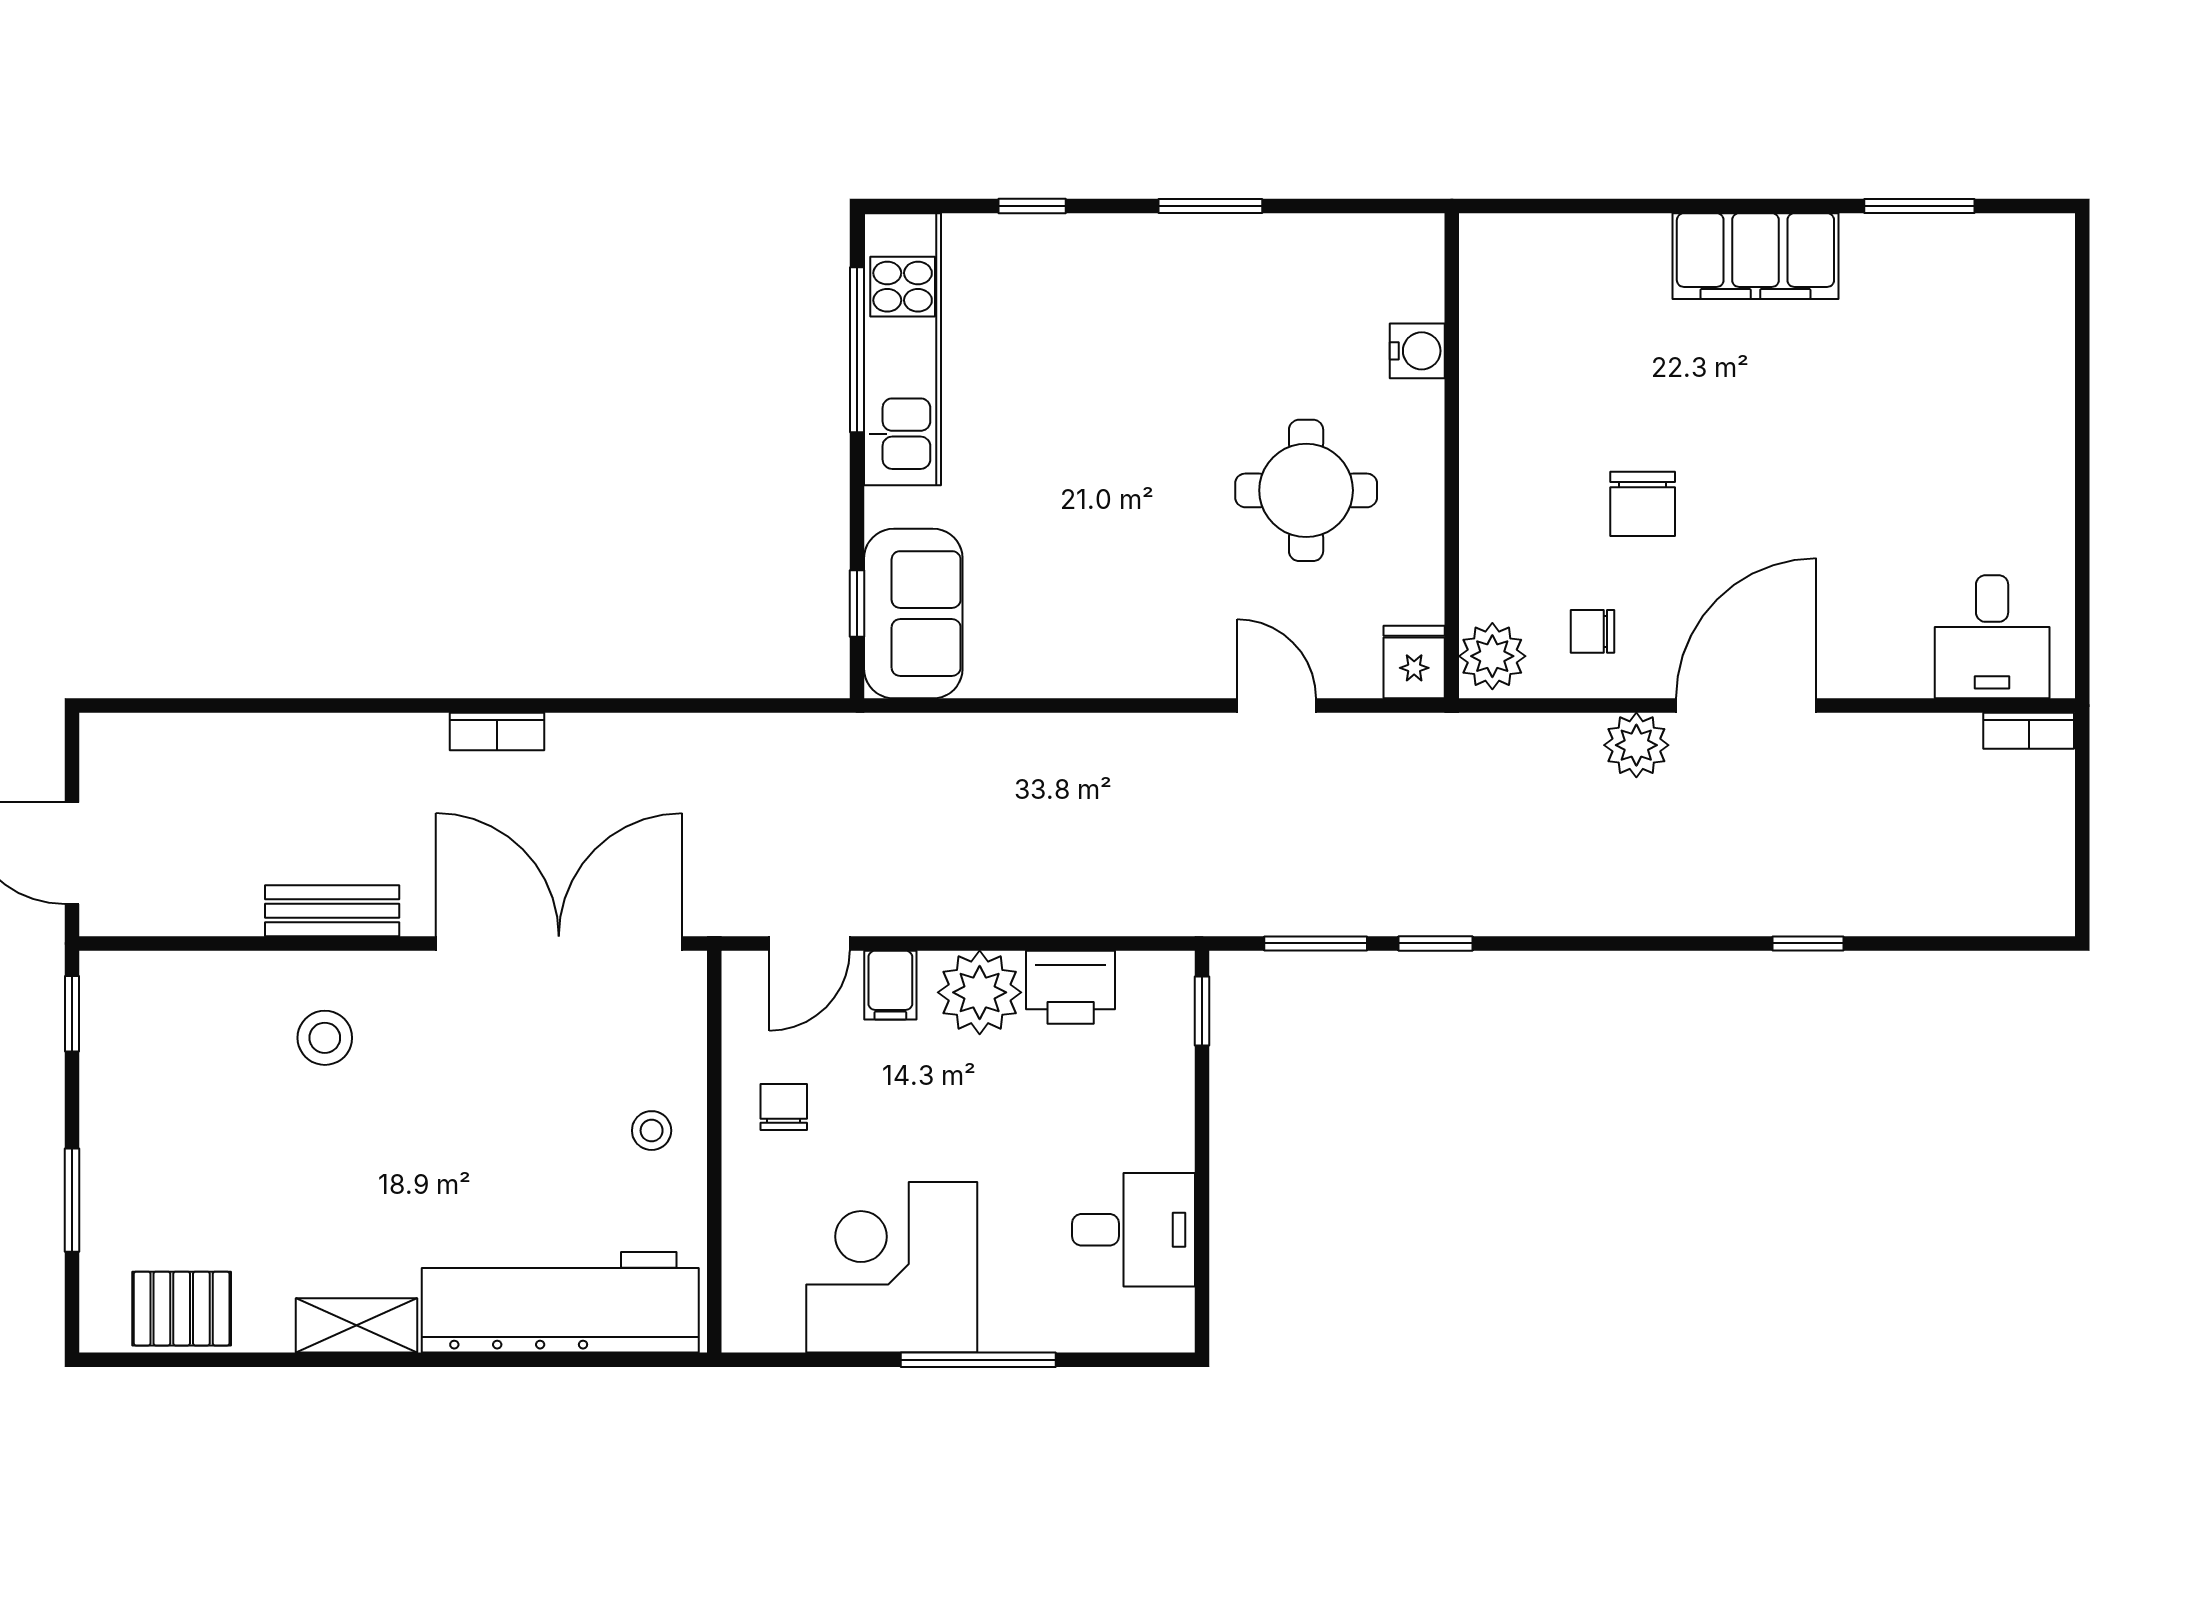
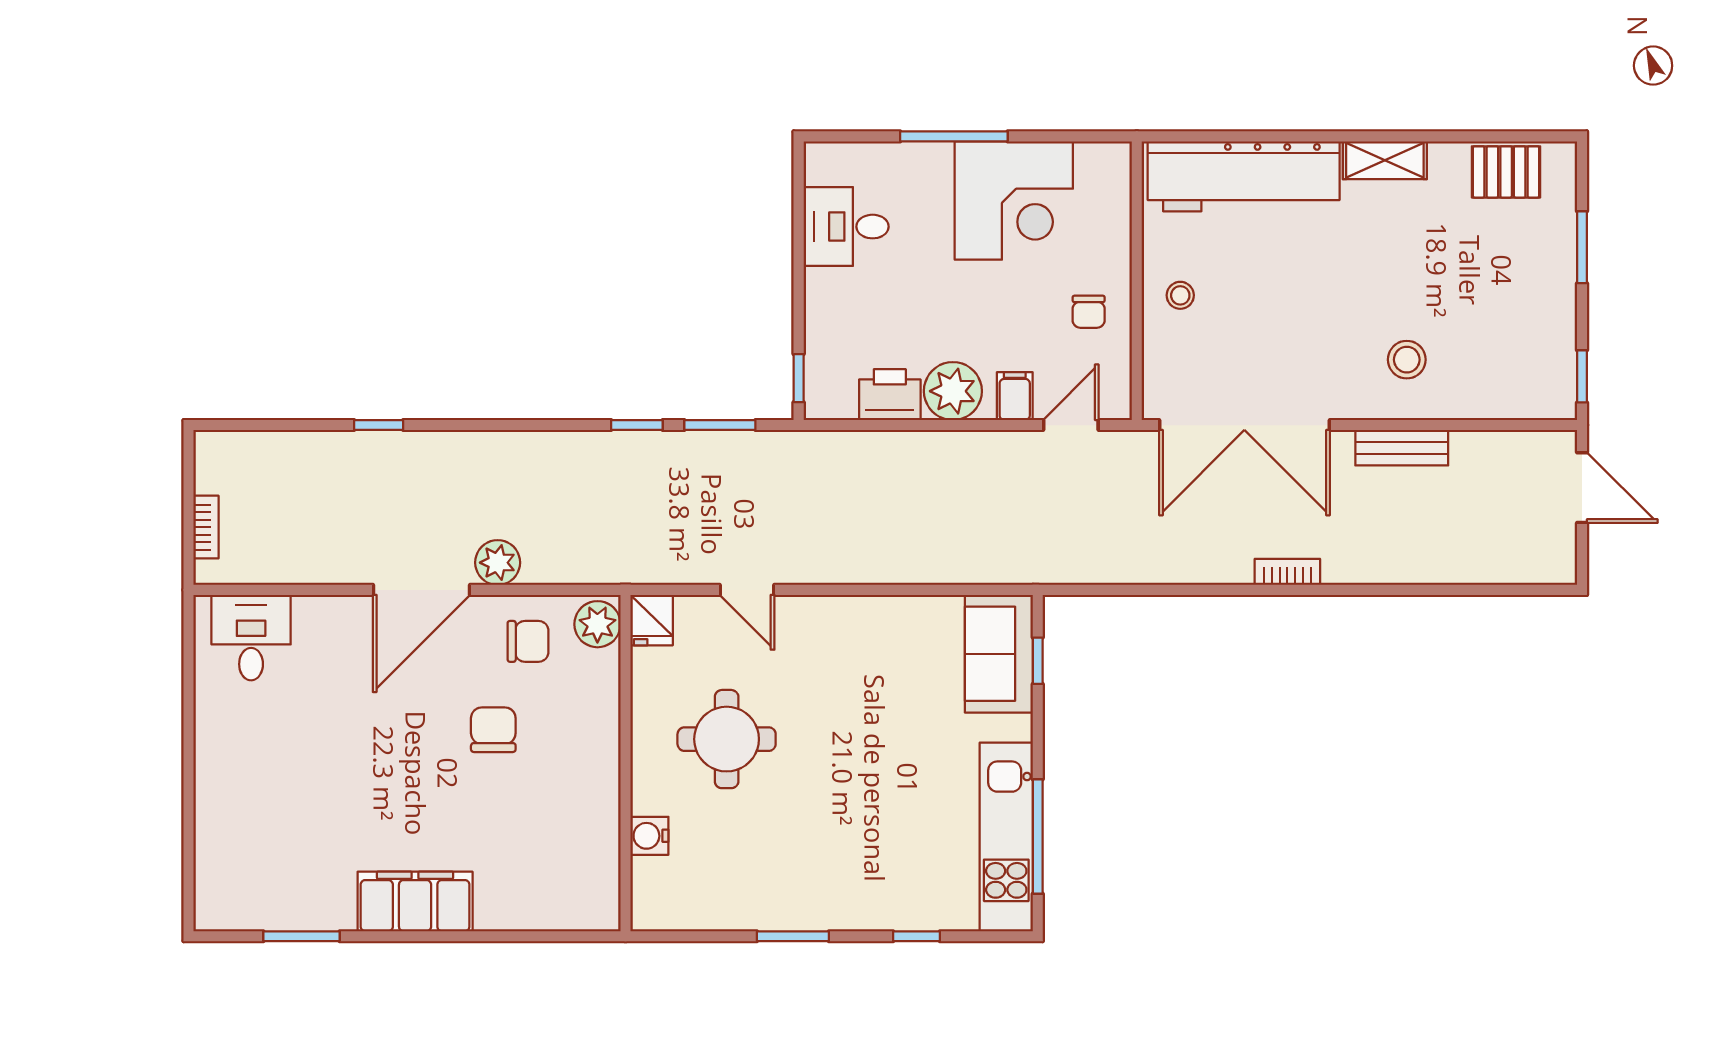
chair: (1592, 631) -> (528, 641), width x1.37, depth x1.37
bookcase: (2029, 731) -> (206, 527), moved, turned 90

